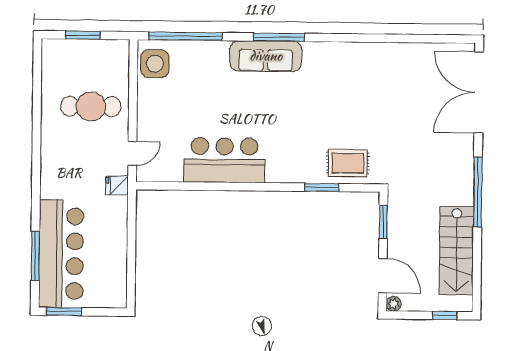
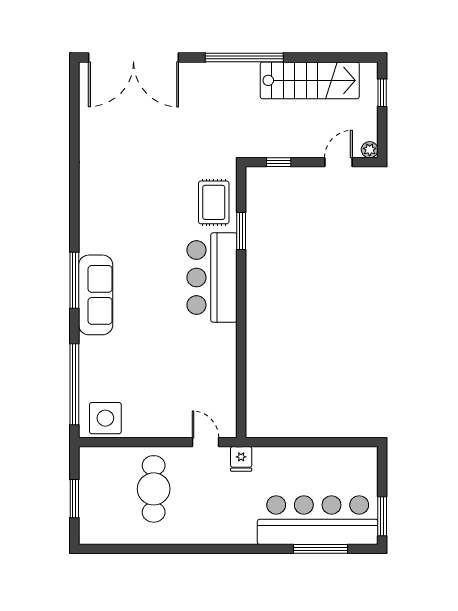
bar counter: (224, 160) -> (212, 278), moved
window: (383, 222) -> (279, 162), width x0.67
door: (383, 276) -> (338, 162), width x0.73

